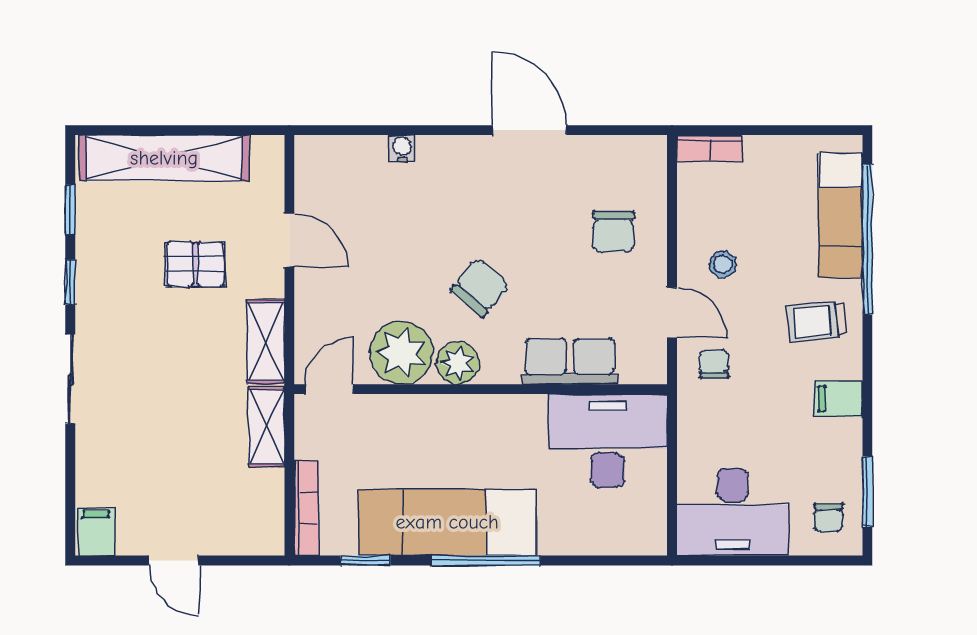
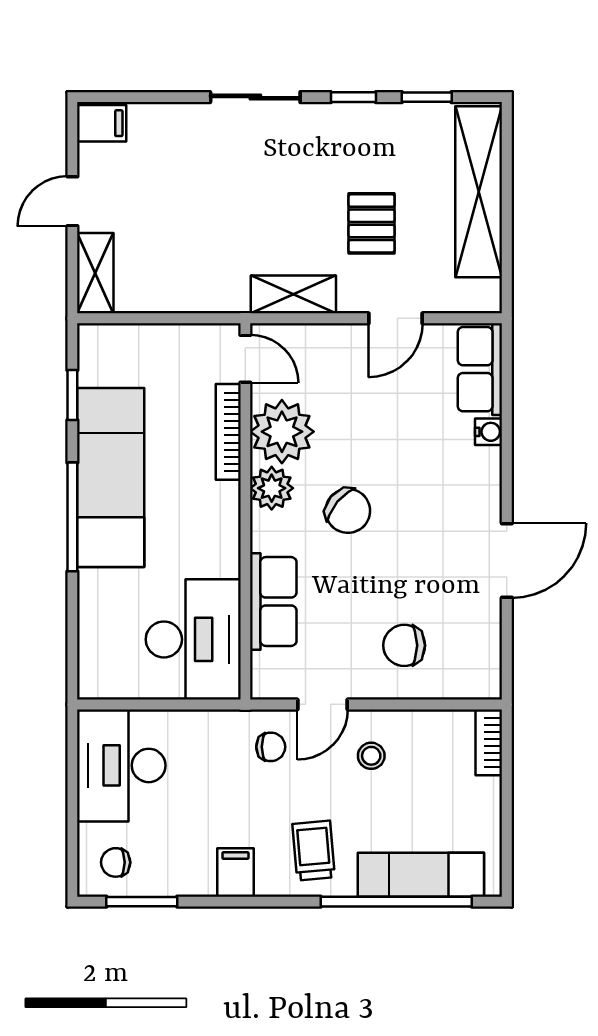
row of seats: (340, 157) -> (480, 369), added
shelving: (267, 427) -> (95, 273), moved, turned 90
bookcase: (306, 508) -> (228, 432), moved, turned 90

